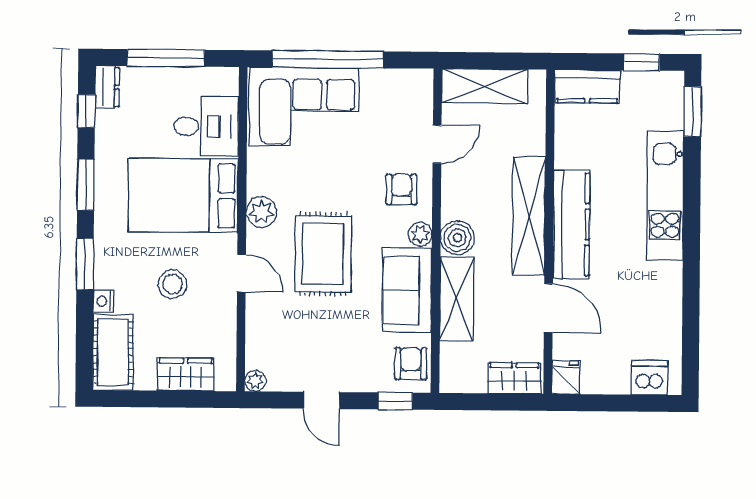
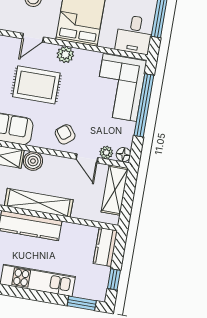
floor lamp: (420, 81) -> (123, 155), added
desk: (206, 127) -> (134, 35), moved
armchair: (401, 189) -> (65, 134), turned -128
plant: (420, 234) -> (106, 152), moved

